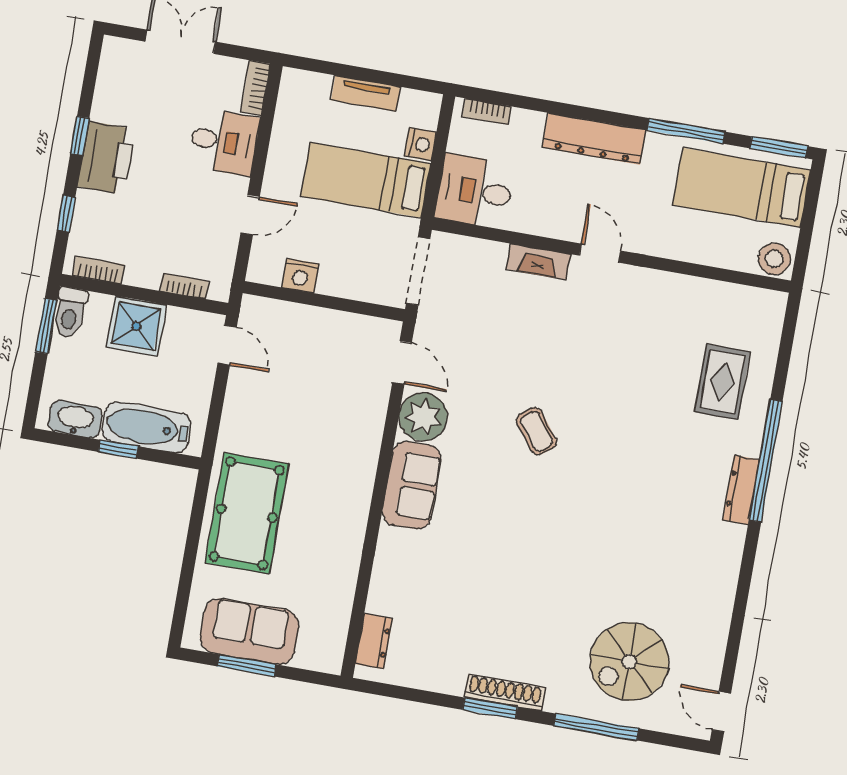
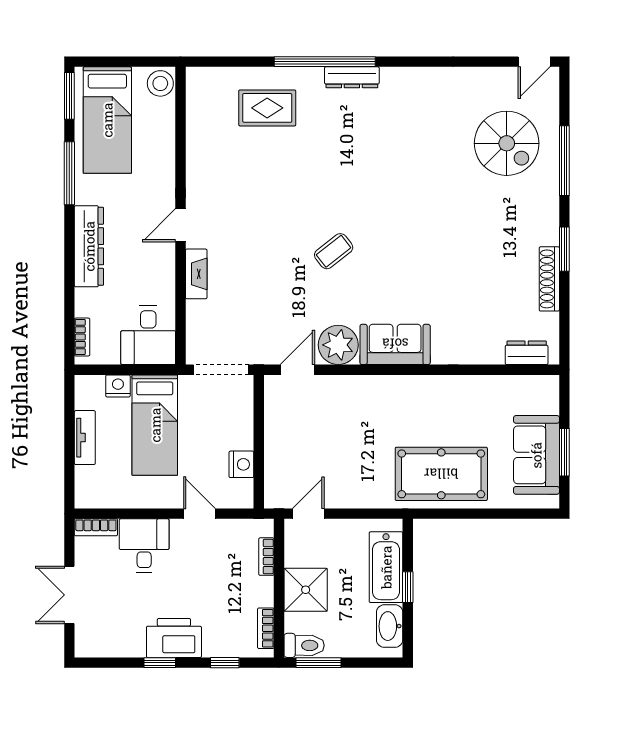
shoe rack: (505, 692) -> (549, 279), moved

